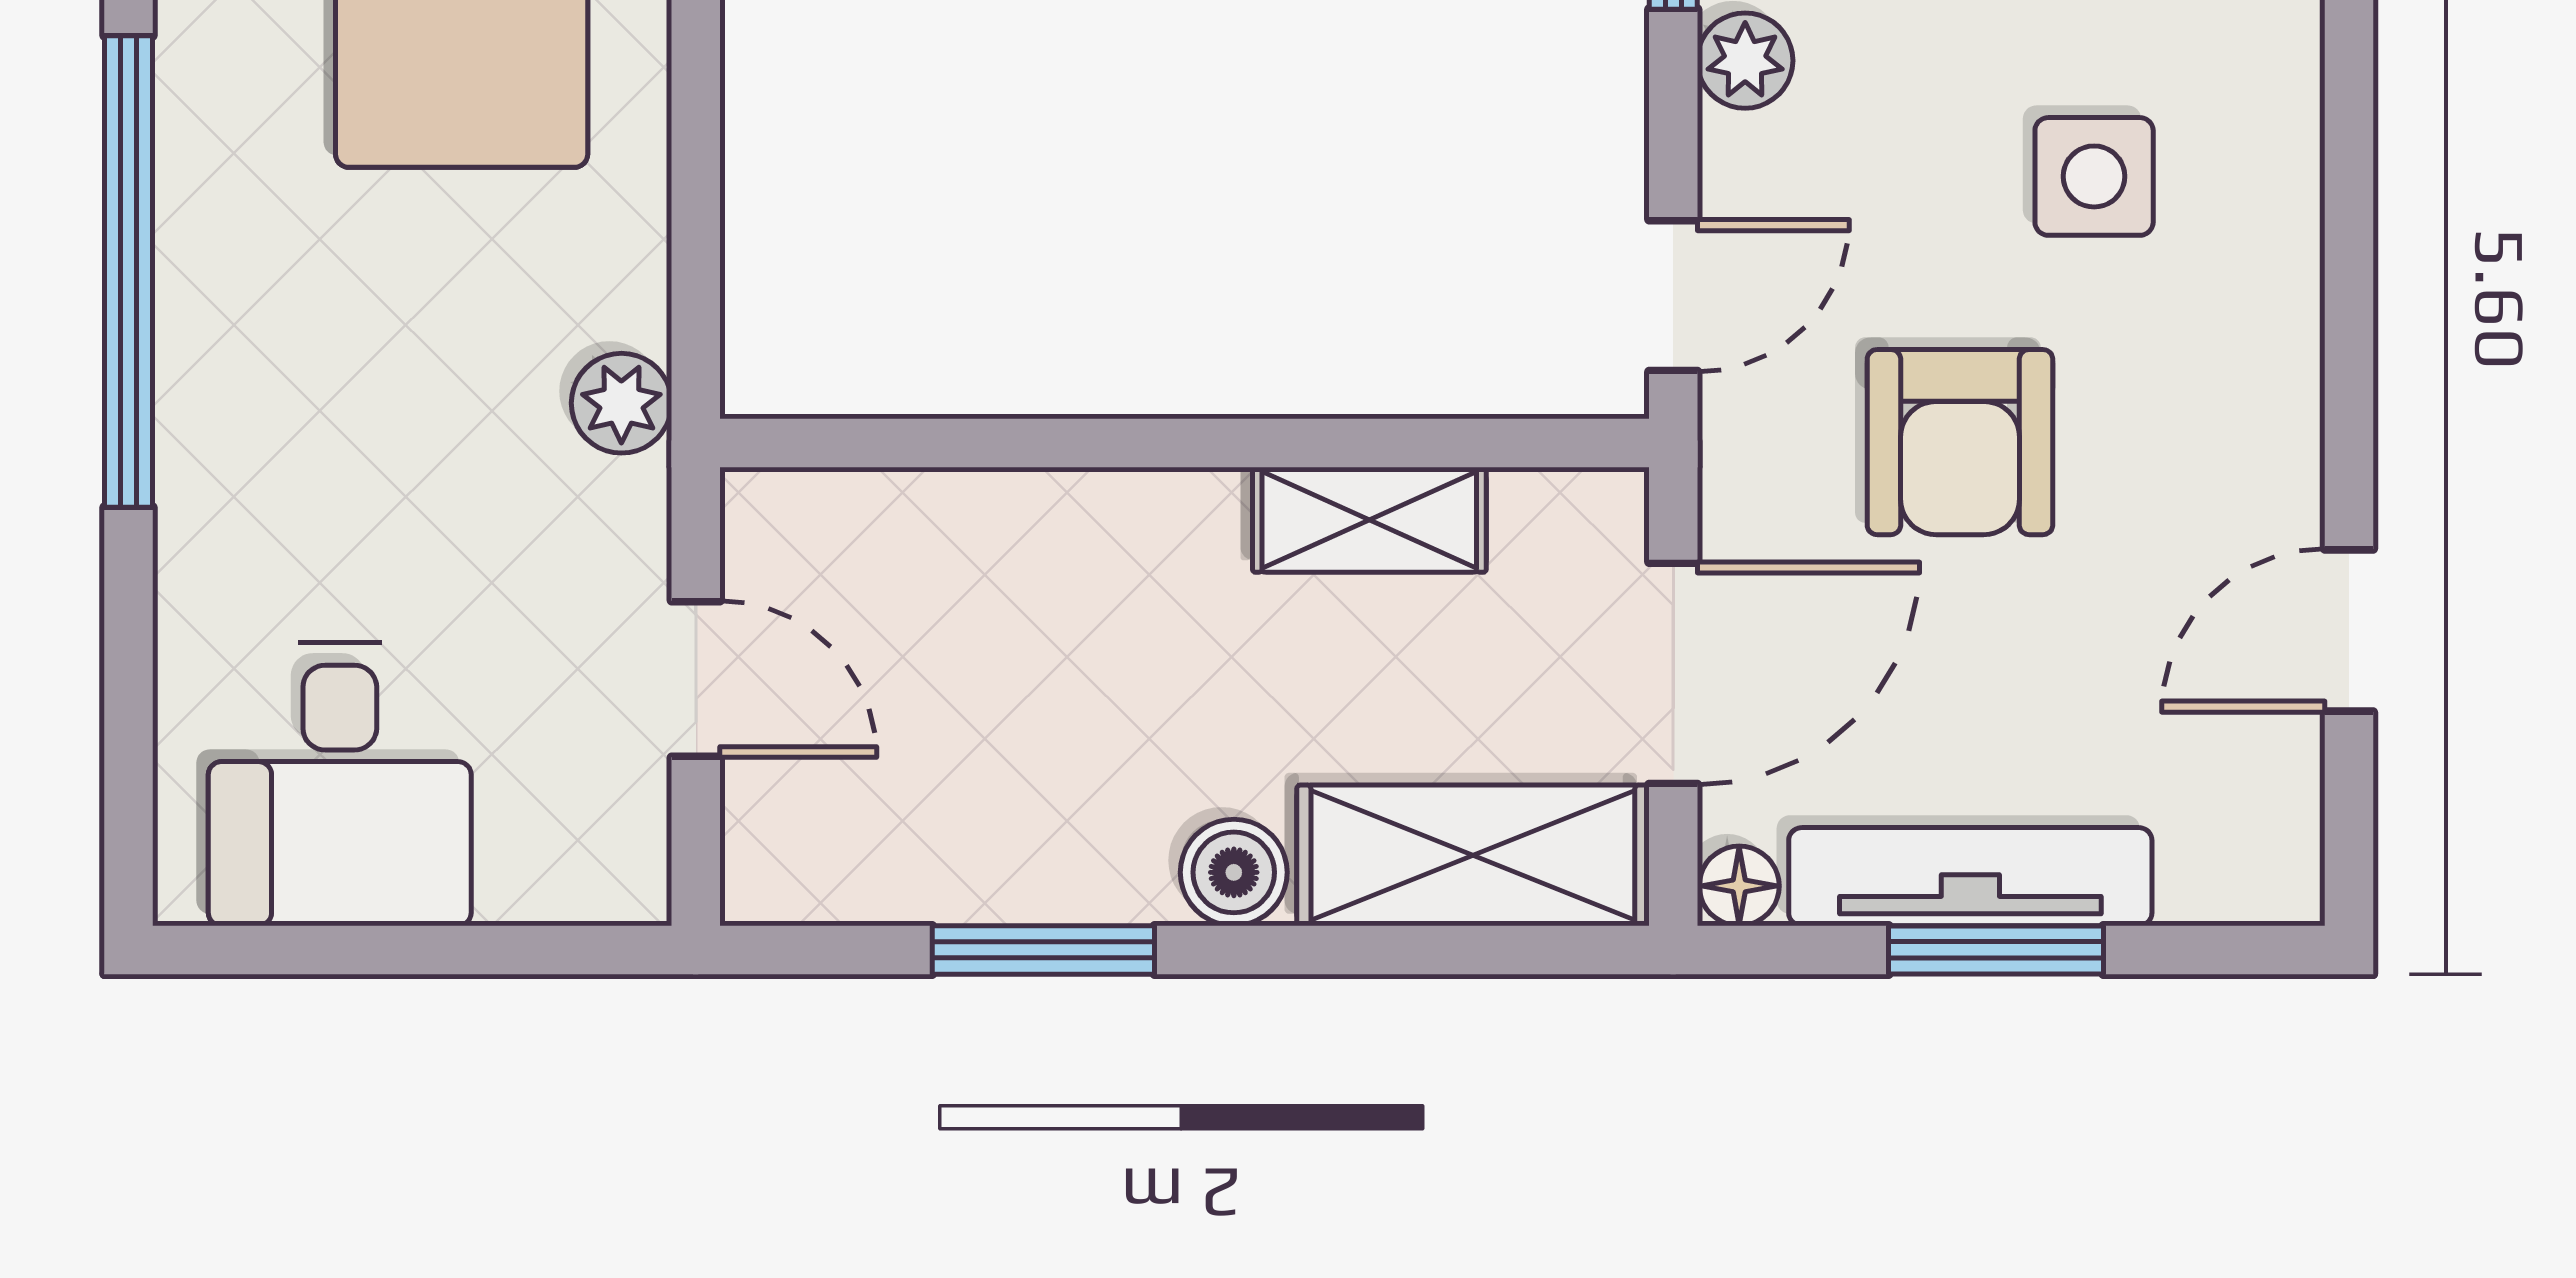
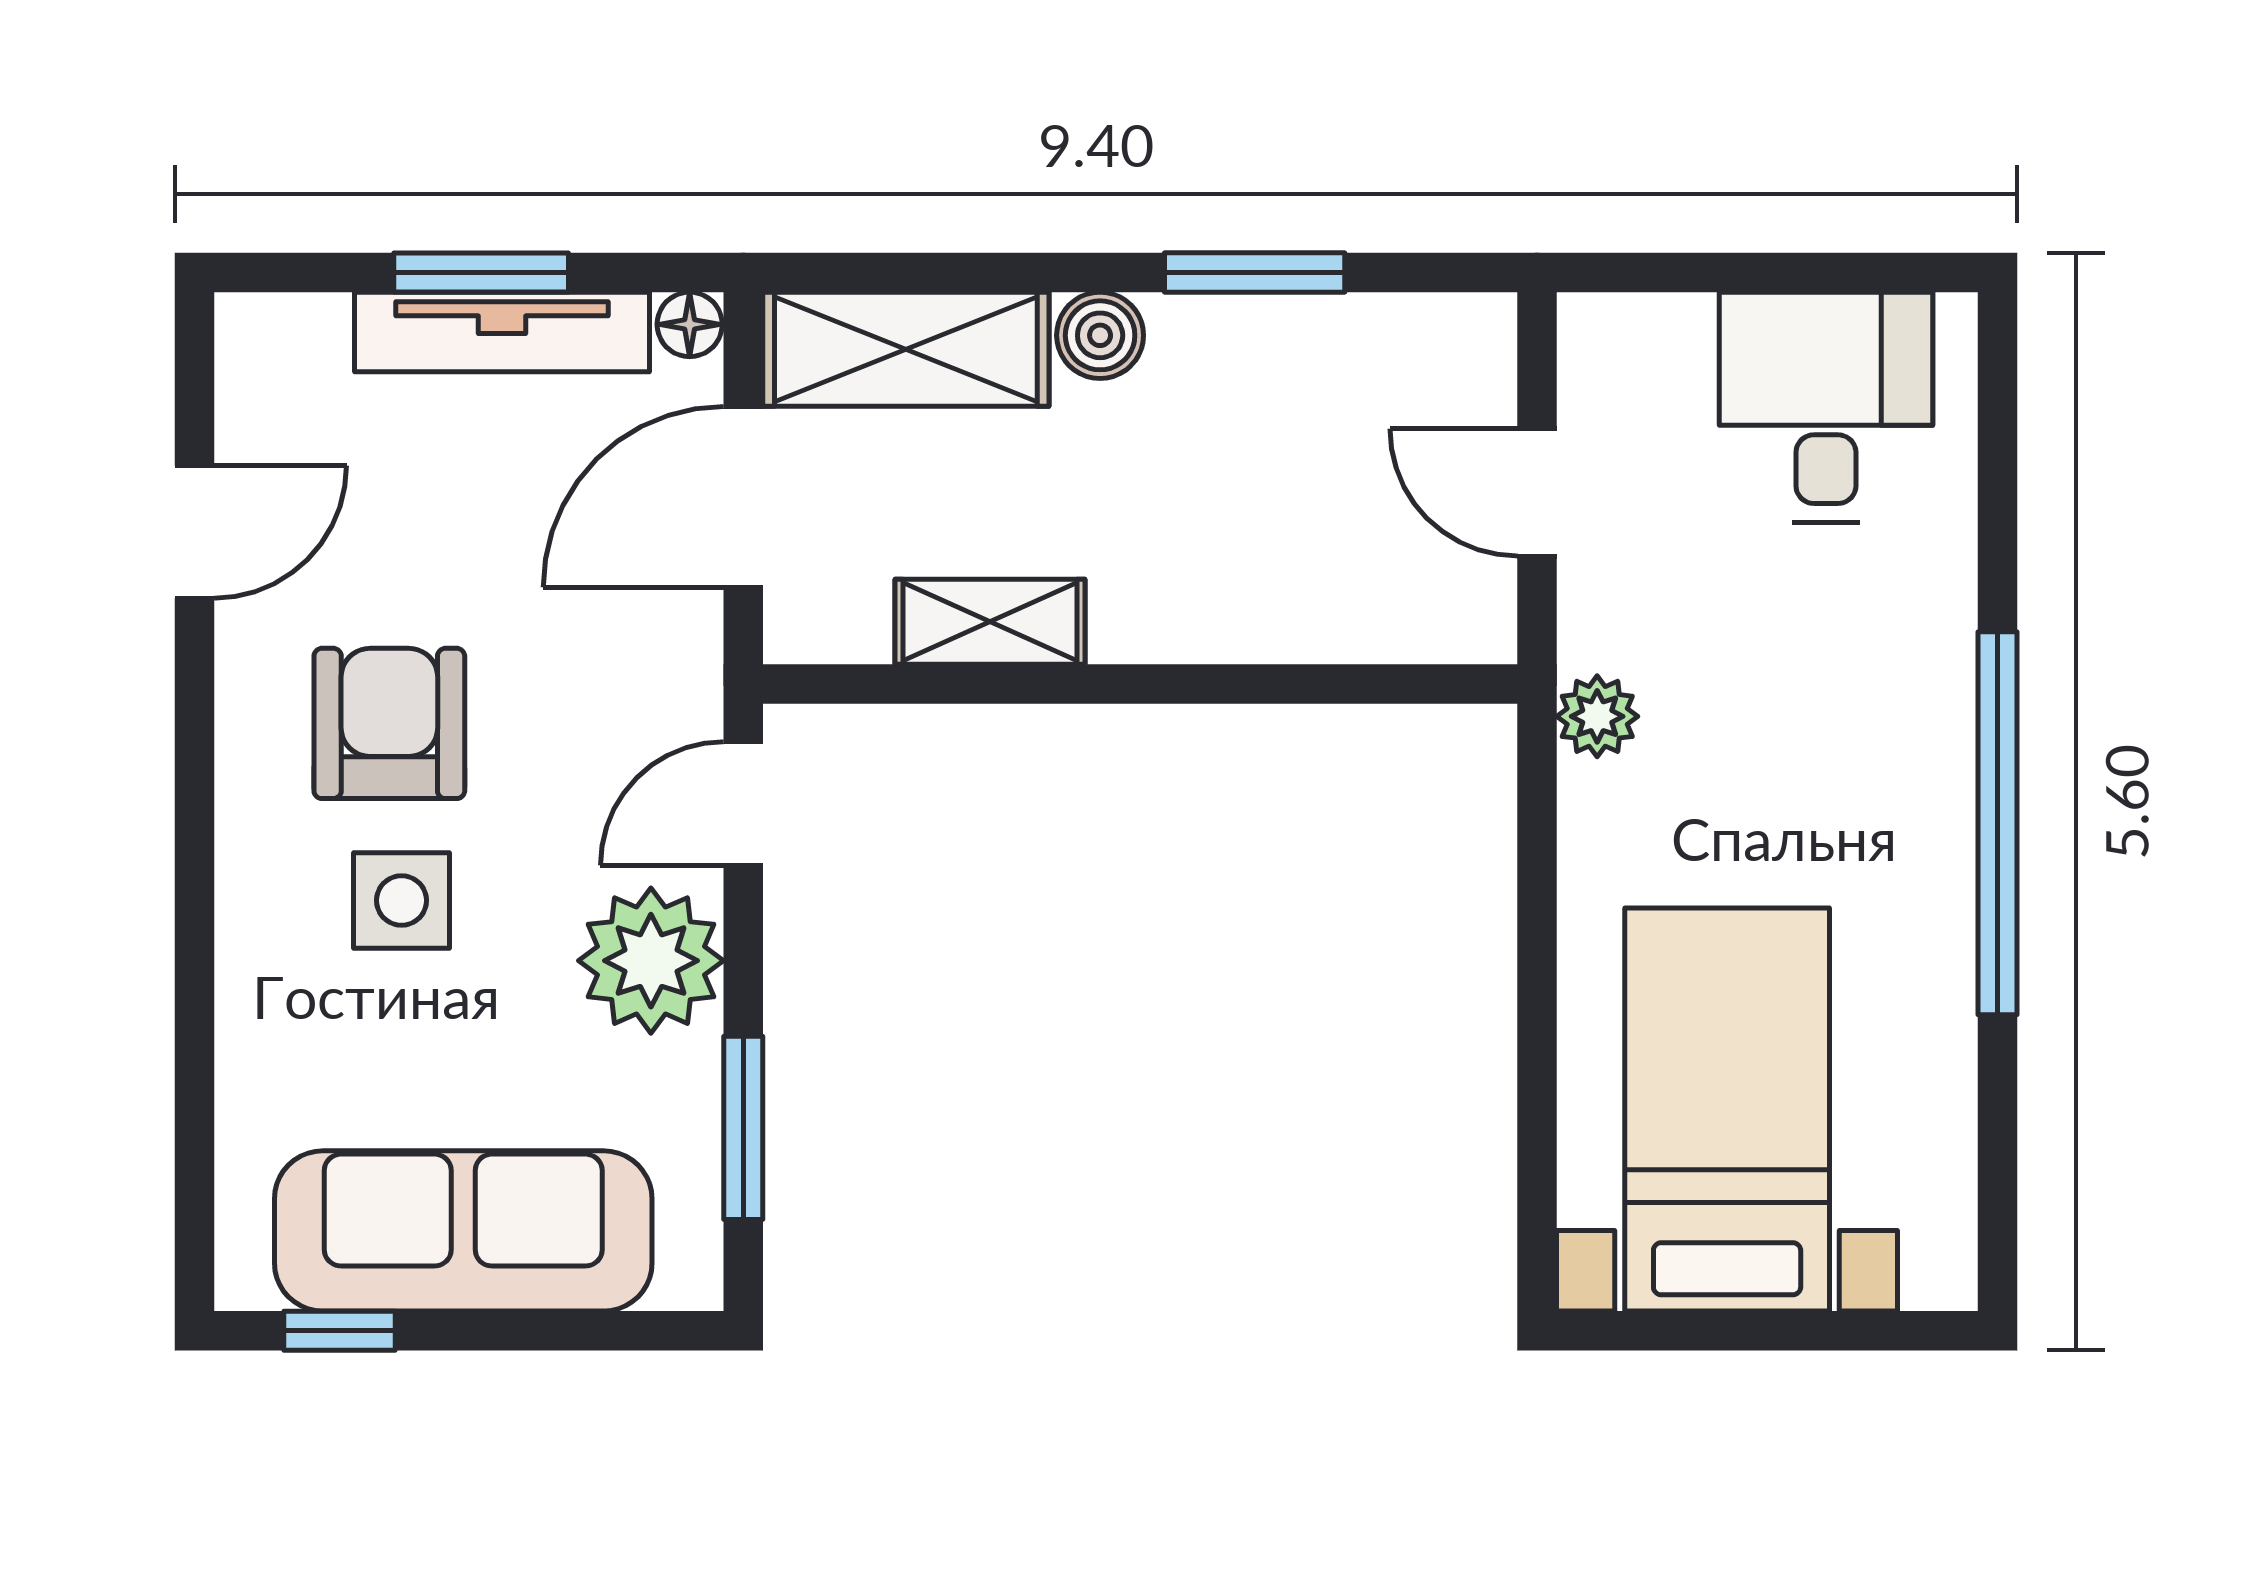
plant: (1745, 61) -> (651, 961), width x1.88, depth x1.88
armchair: (1960, 442) -> (389, 723), moved

